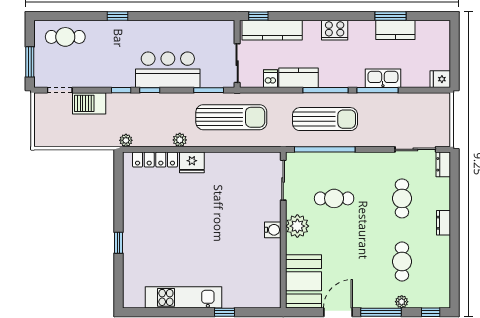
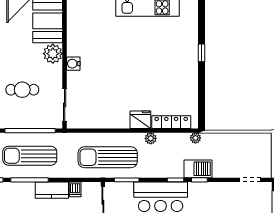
barbecue: (89, 103) -> (198, 169), moved
plant: (297, 226) -> (53, 54), moved

